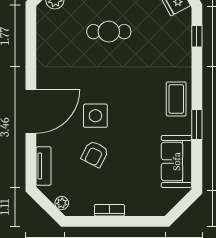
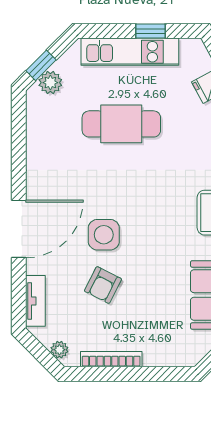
cafe table: (109, 32) -> (121, 124), width x1.37, depth x1.35
bookcase: (109, 210) -> (111, 359), width x1.56

